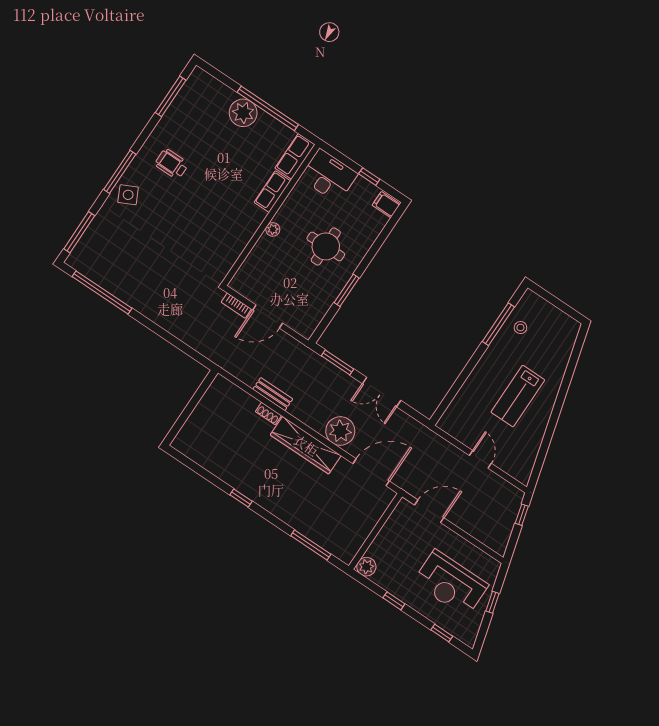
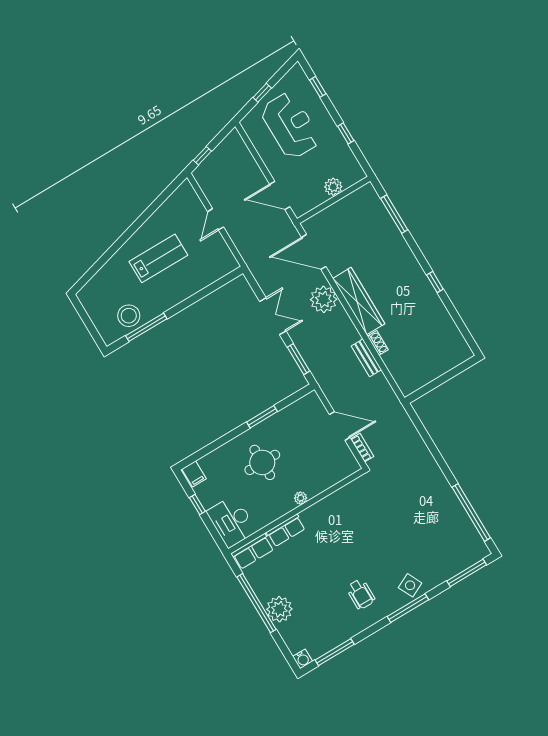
water cooler: (198, 75) -> (303, 659), added
stool: (520, 328) -> (129, 316), width x1.89, depth x1.89
plant: (366, 567) -> (333, 187), moved

